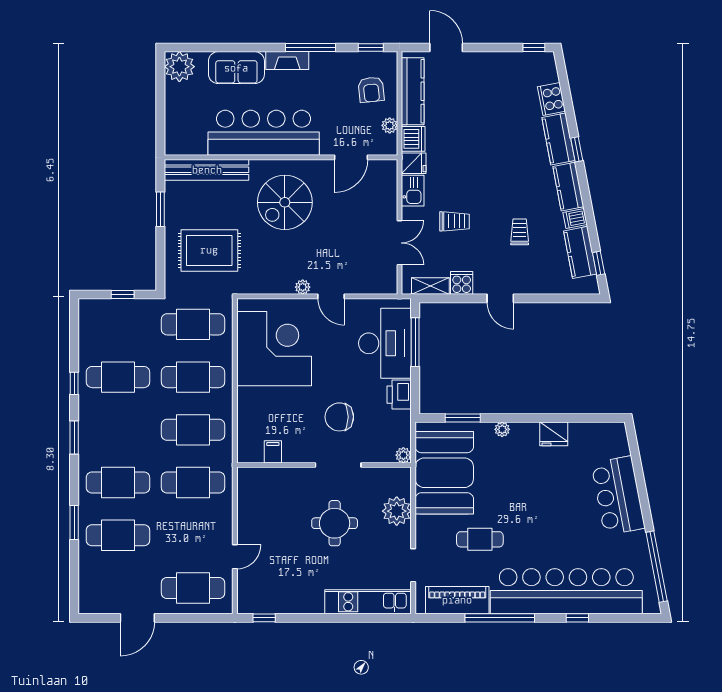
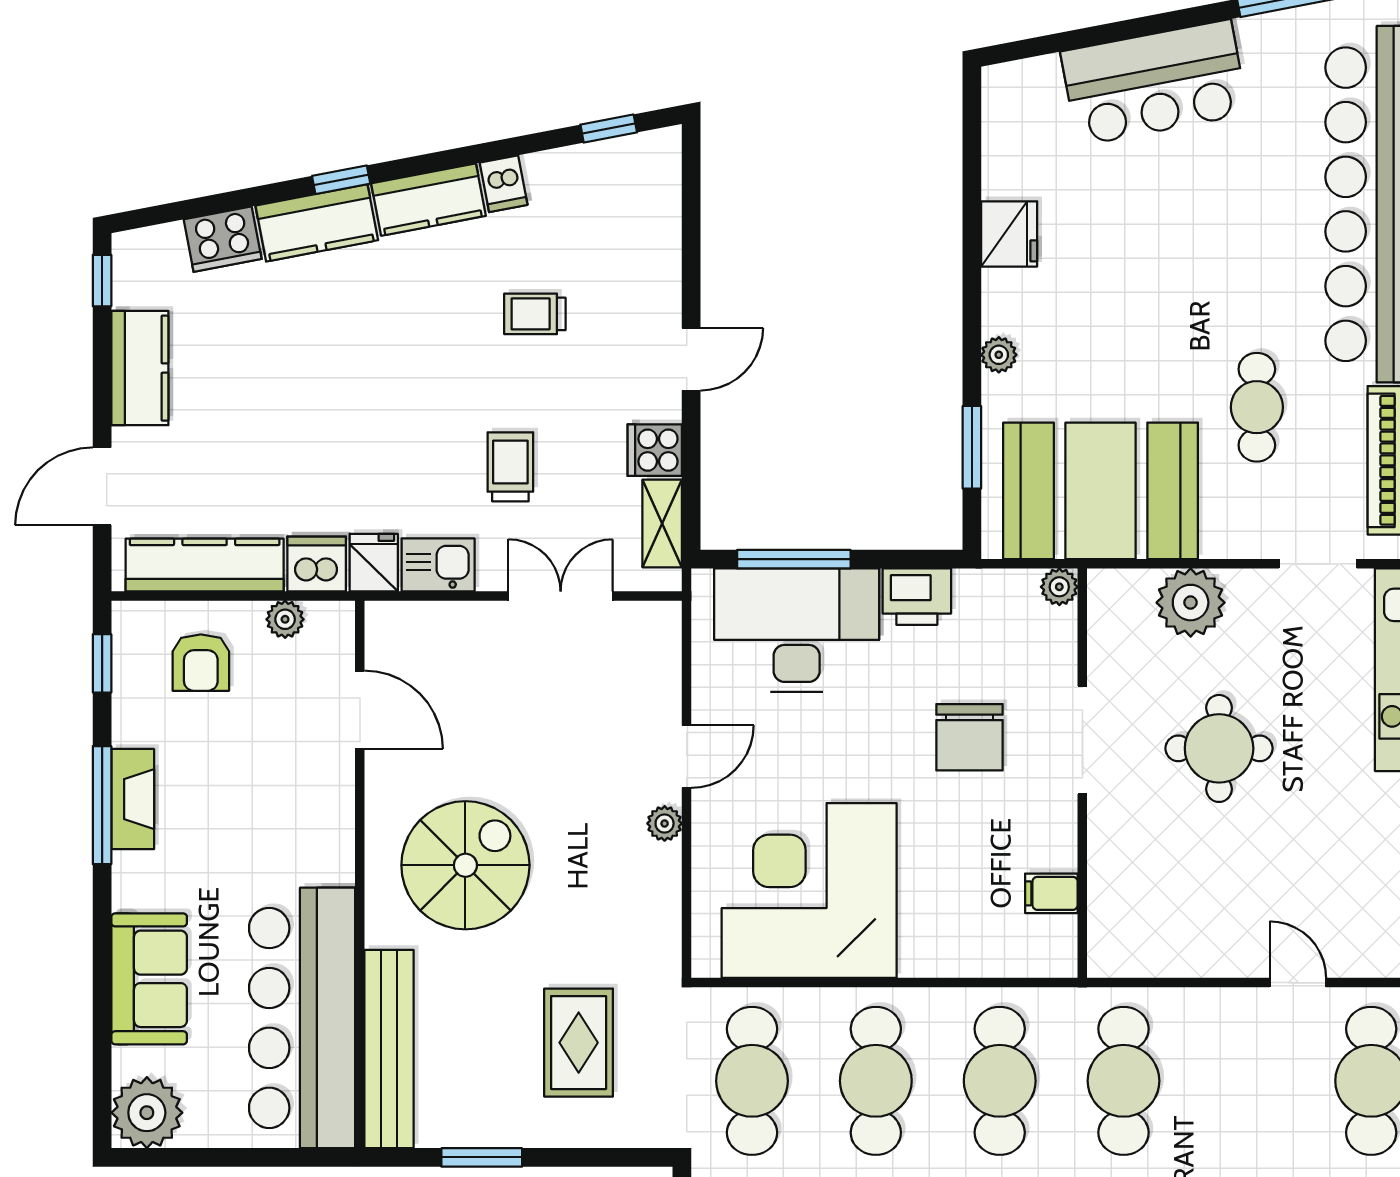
fireplace: (287, 61) -> (133, 799), moved
armchair: (371, 90) -> (201, 663), turned 96
bar counter: (264, 133) -> (302, 1018), moved
spiral stairs: (285, 202) -> (465, 865), turned -90
rug: (209, 250) -> (579, 1043), width x0.73, depth x0.70
kitchen counter: (580, 252) -> (140, 368), moved, turned -79

